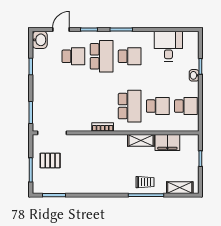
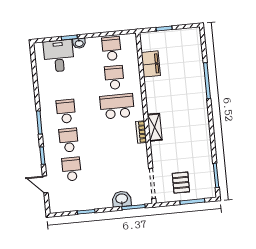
washbasin: (40, 40) -> (122, 199), moved
desk: (168, 46) -> (59, 56), moved, turned 90
school desk: (102, 56) -> (69, 140), width x0.54
shelving: (141, 140) -> (155, 127), moved
trolley: (145, 182) -> (194, 83), removed
shelving: (180, 188) -> (196, 47), removed

